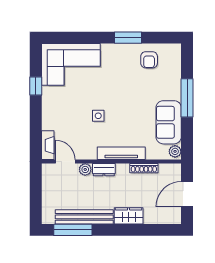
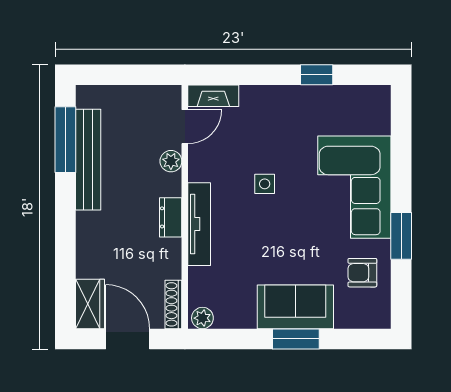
corner sofa: (71, 64) -> (354, 187), moved
window: (187, 98) -> (296, 339), width x0.69
sofa: (169, 122) -> (295, 307), moved
shoe rack: (144, 168) -> (173, 304), moved
dresser: (104, 170) -> (171, 217), moved
wardrobe: (129, 216) -> (90, 304), moved

